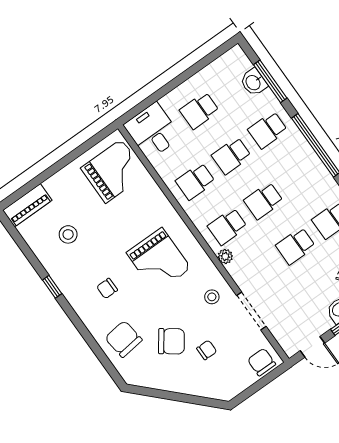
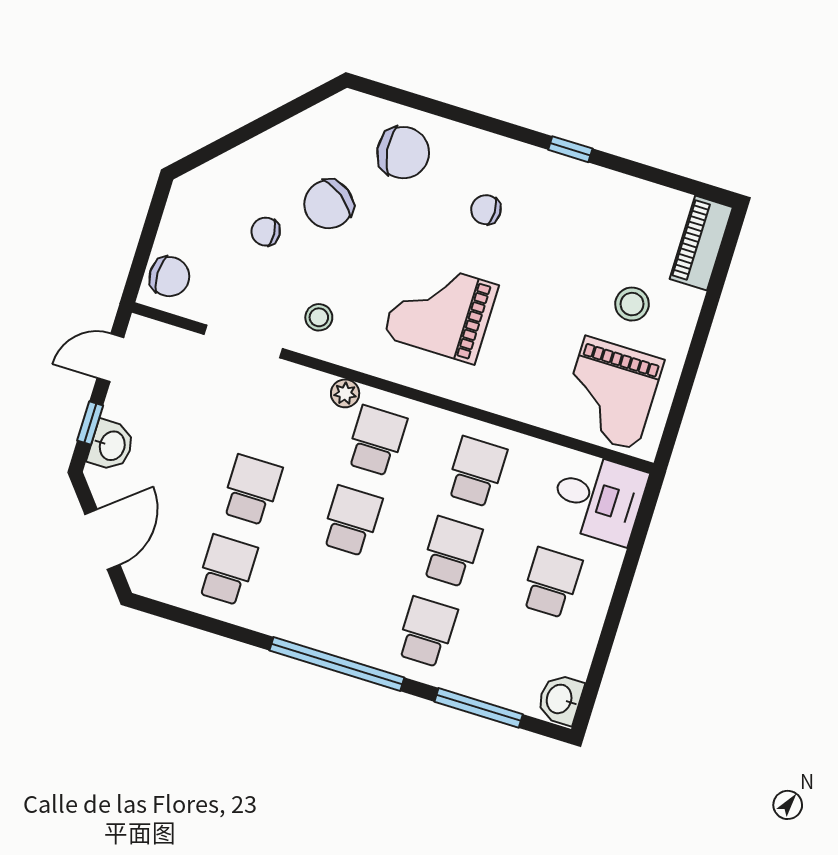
washbasin: (254, 82) -> (560, 699), moved, turned -90
stool: (68, 234) -> (632, 304), moved
chair: (107, 288) -> (486, 210), turned -90
chair: (207, 350) -> (266, 232), turned 86

